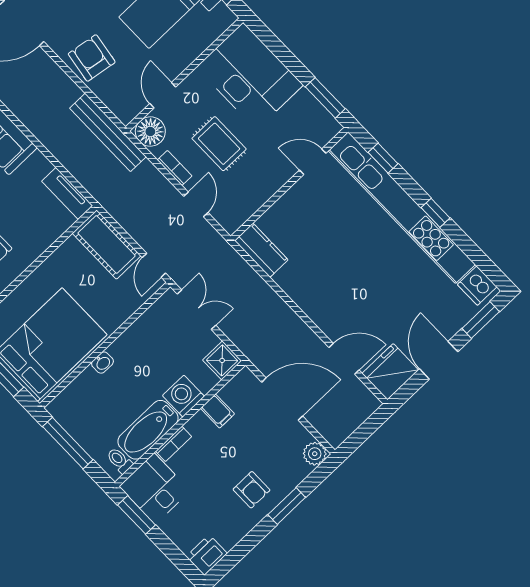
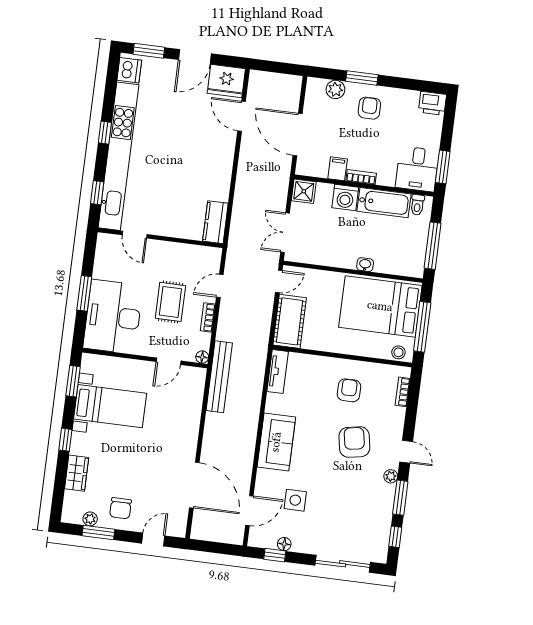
armchair: (92, 58) -> (181, 424), removed
window: (325, 98) -> (84, 293), moved
floor lamp: (150, 132) -> (202, 357), width x0.53, depth x0.53
bookcase: (174, 444) -> (361, 177), moved
plant: (315, 454) -> (335, 89), moved

